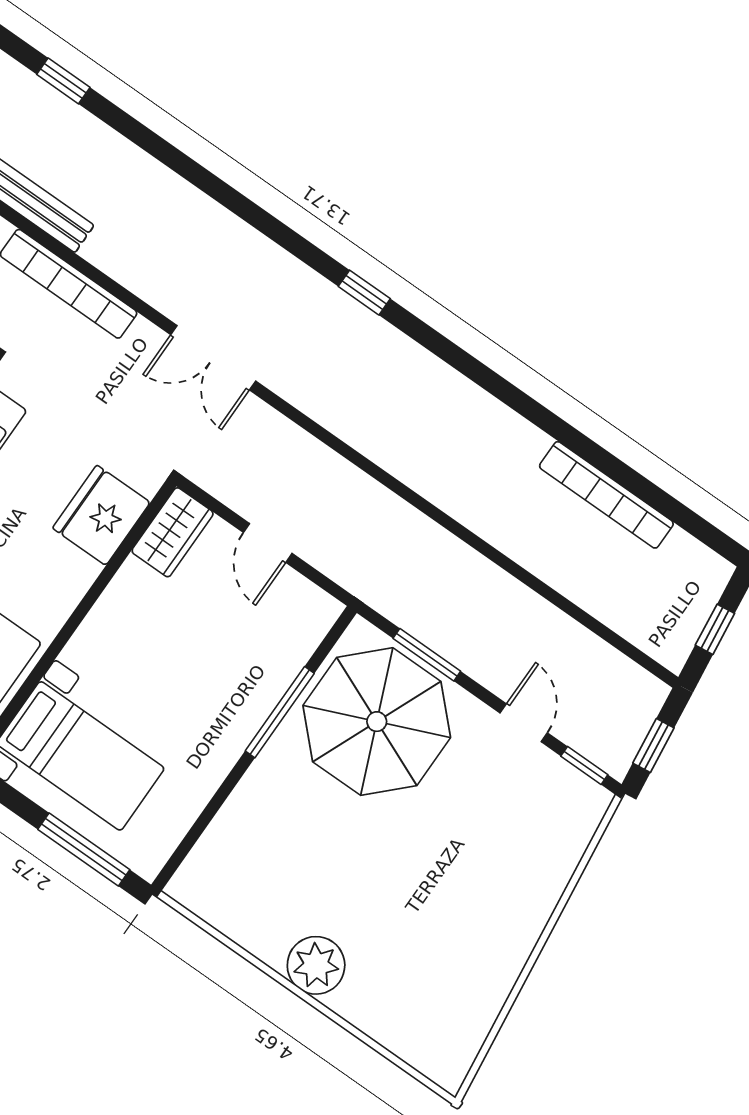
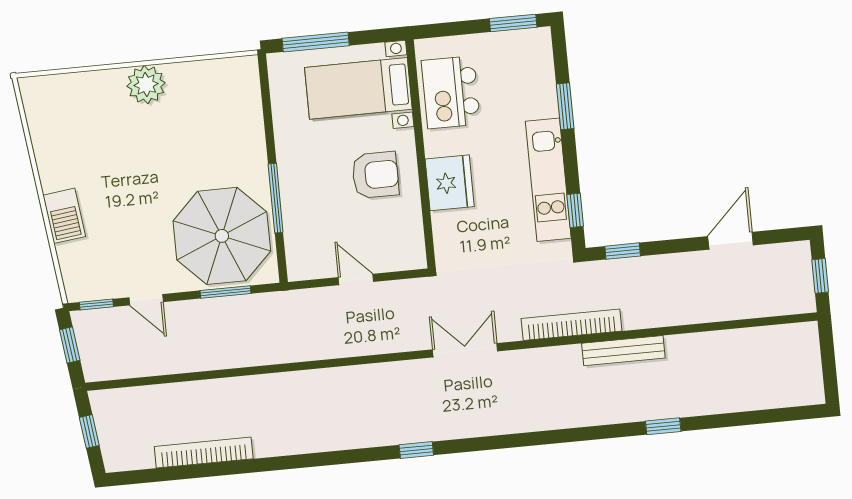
fridge: (101, 515) -> (450, 183), moved
wardrobe: (173, 532) -> (409, 243), removed
armchair: (145, 642) -> (375, 175), added
barbecue: (535, 896) -> (64, 216), added

